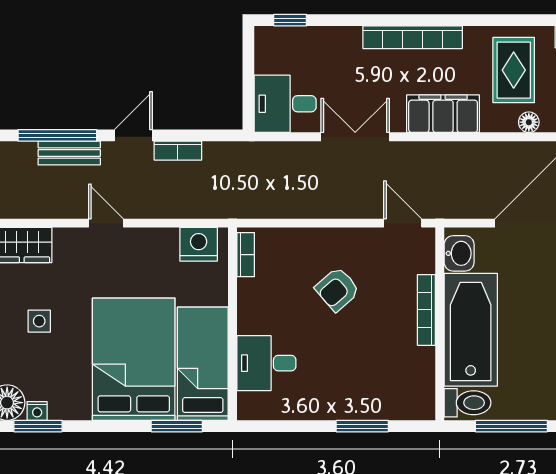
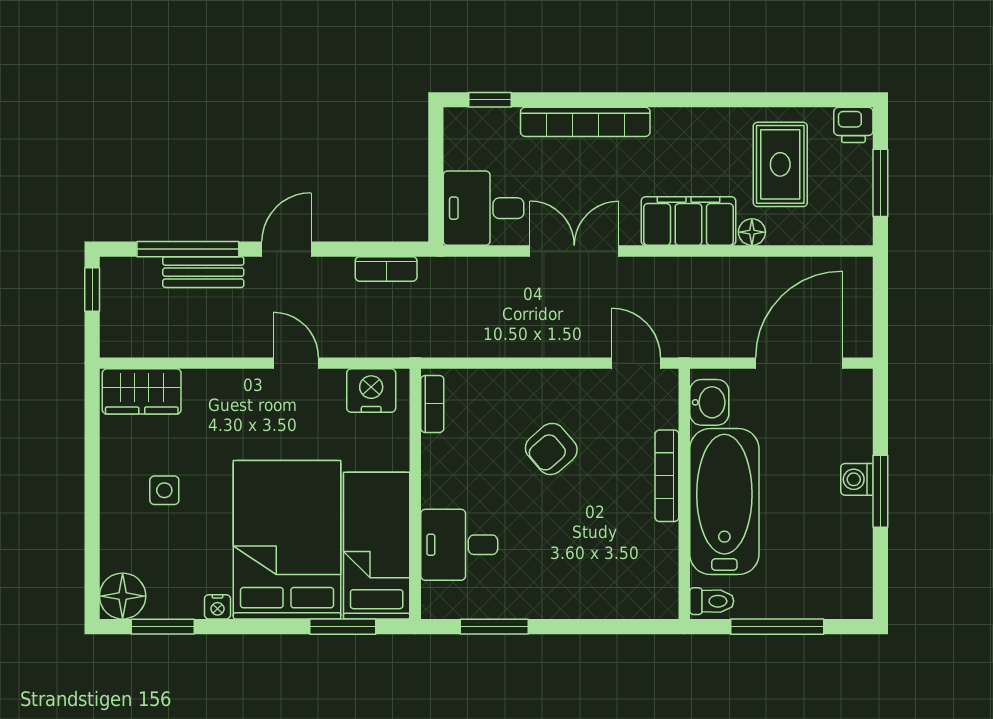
bookcase: (413, 37) -> (585, 122), moved
floor lamp: (529, 122) -> (752, 232), moved
bookcase: (178, 151) -> (386, 269), moved
door: (106, 223) -> (296, 363), moved
toilet: (468, 403) -> (712, 601), width x0.73, depth x0.72
nightstand: (37, 411) -> (217, 607), moved
window: (362, 426) -> (494, 627), moved

